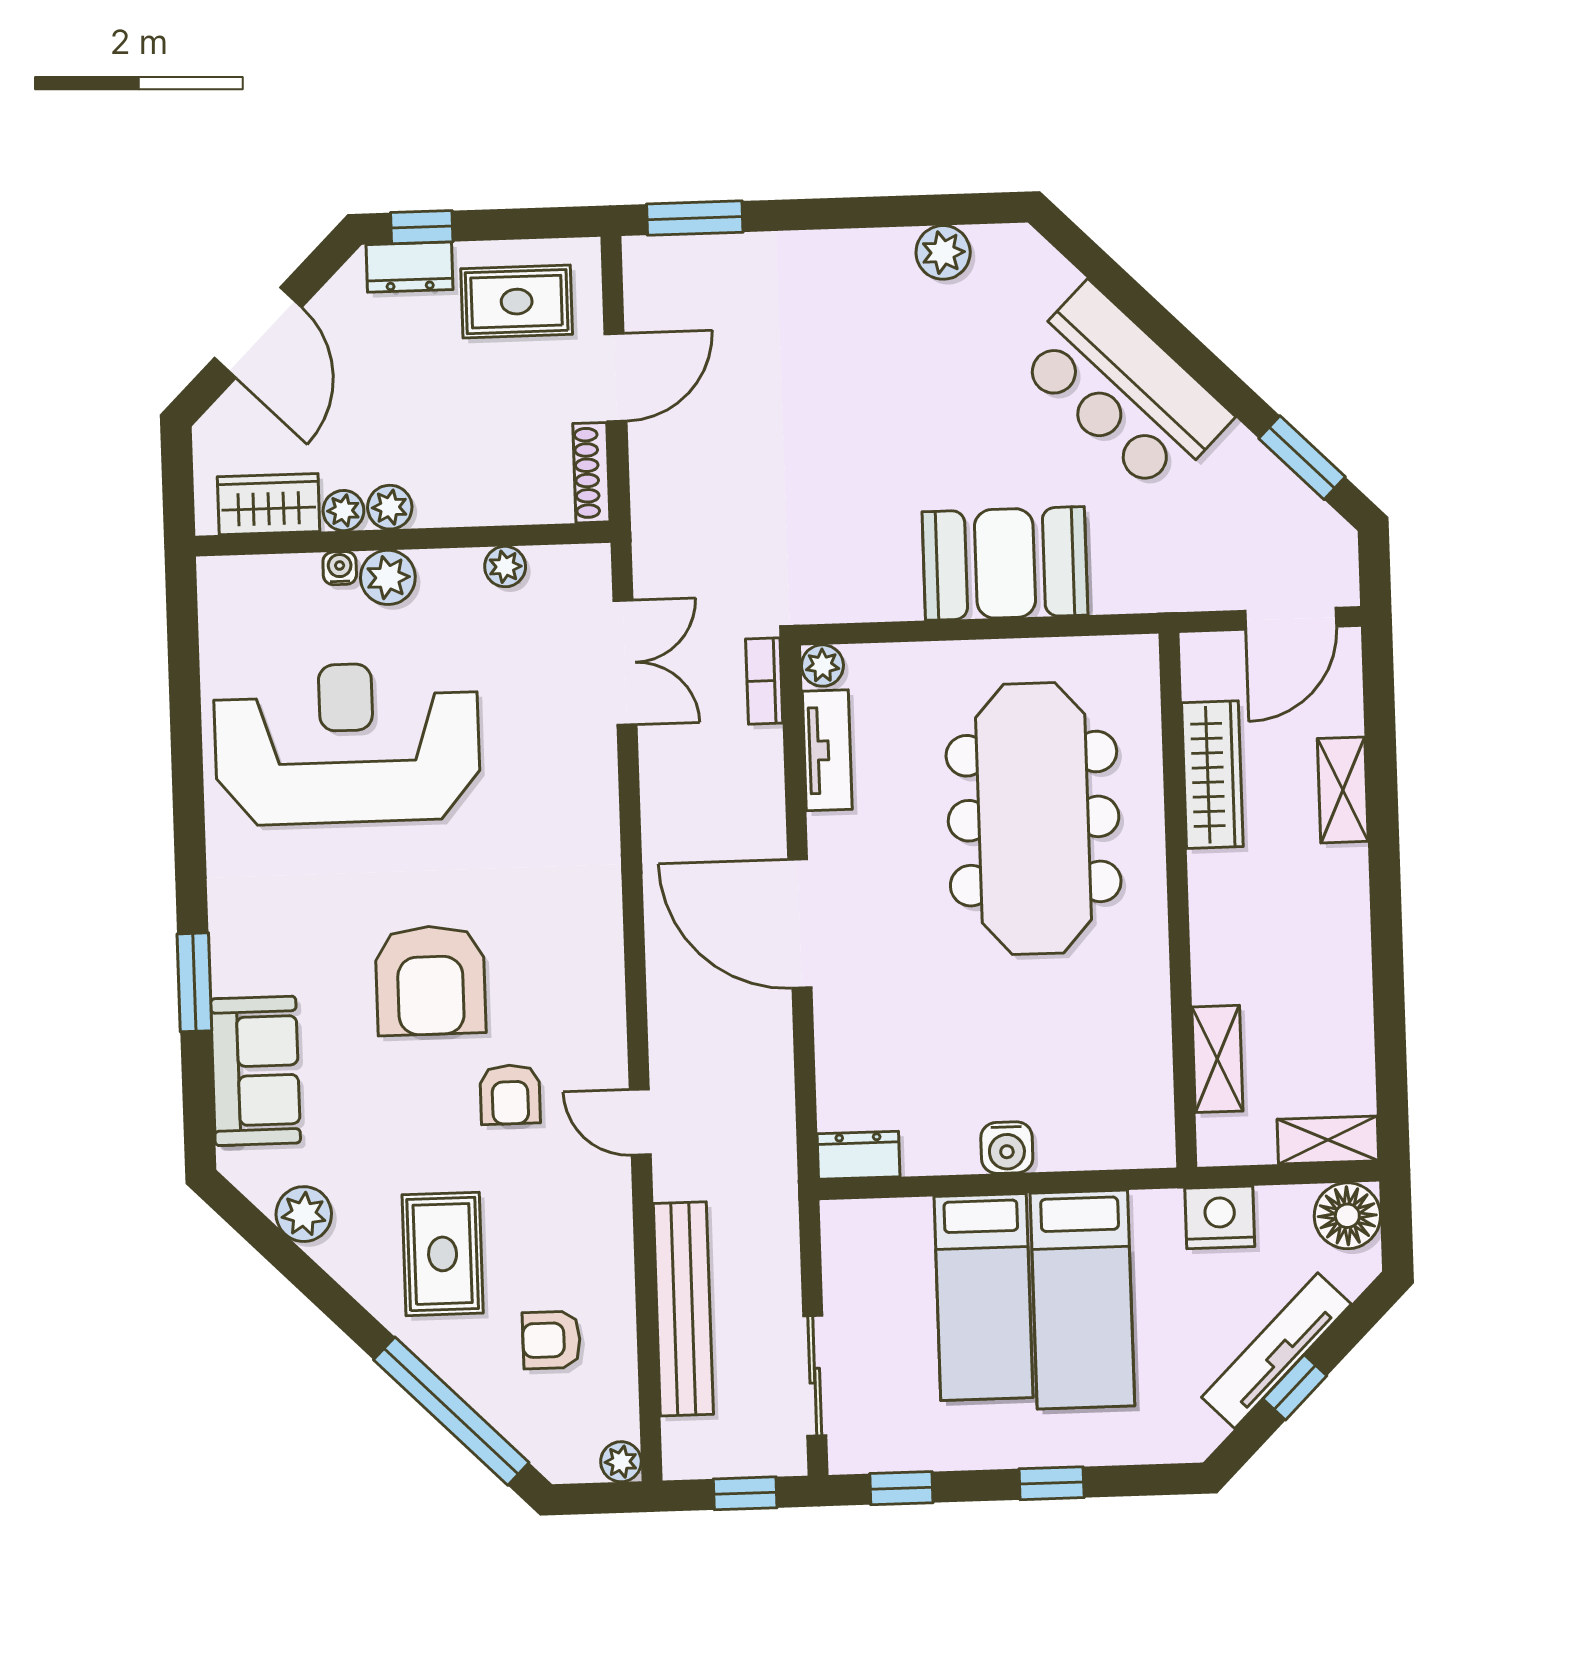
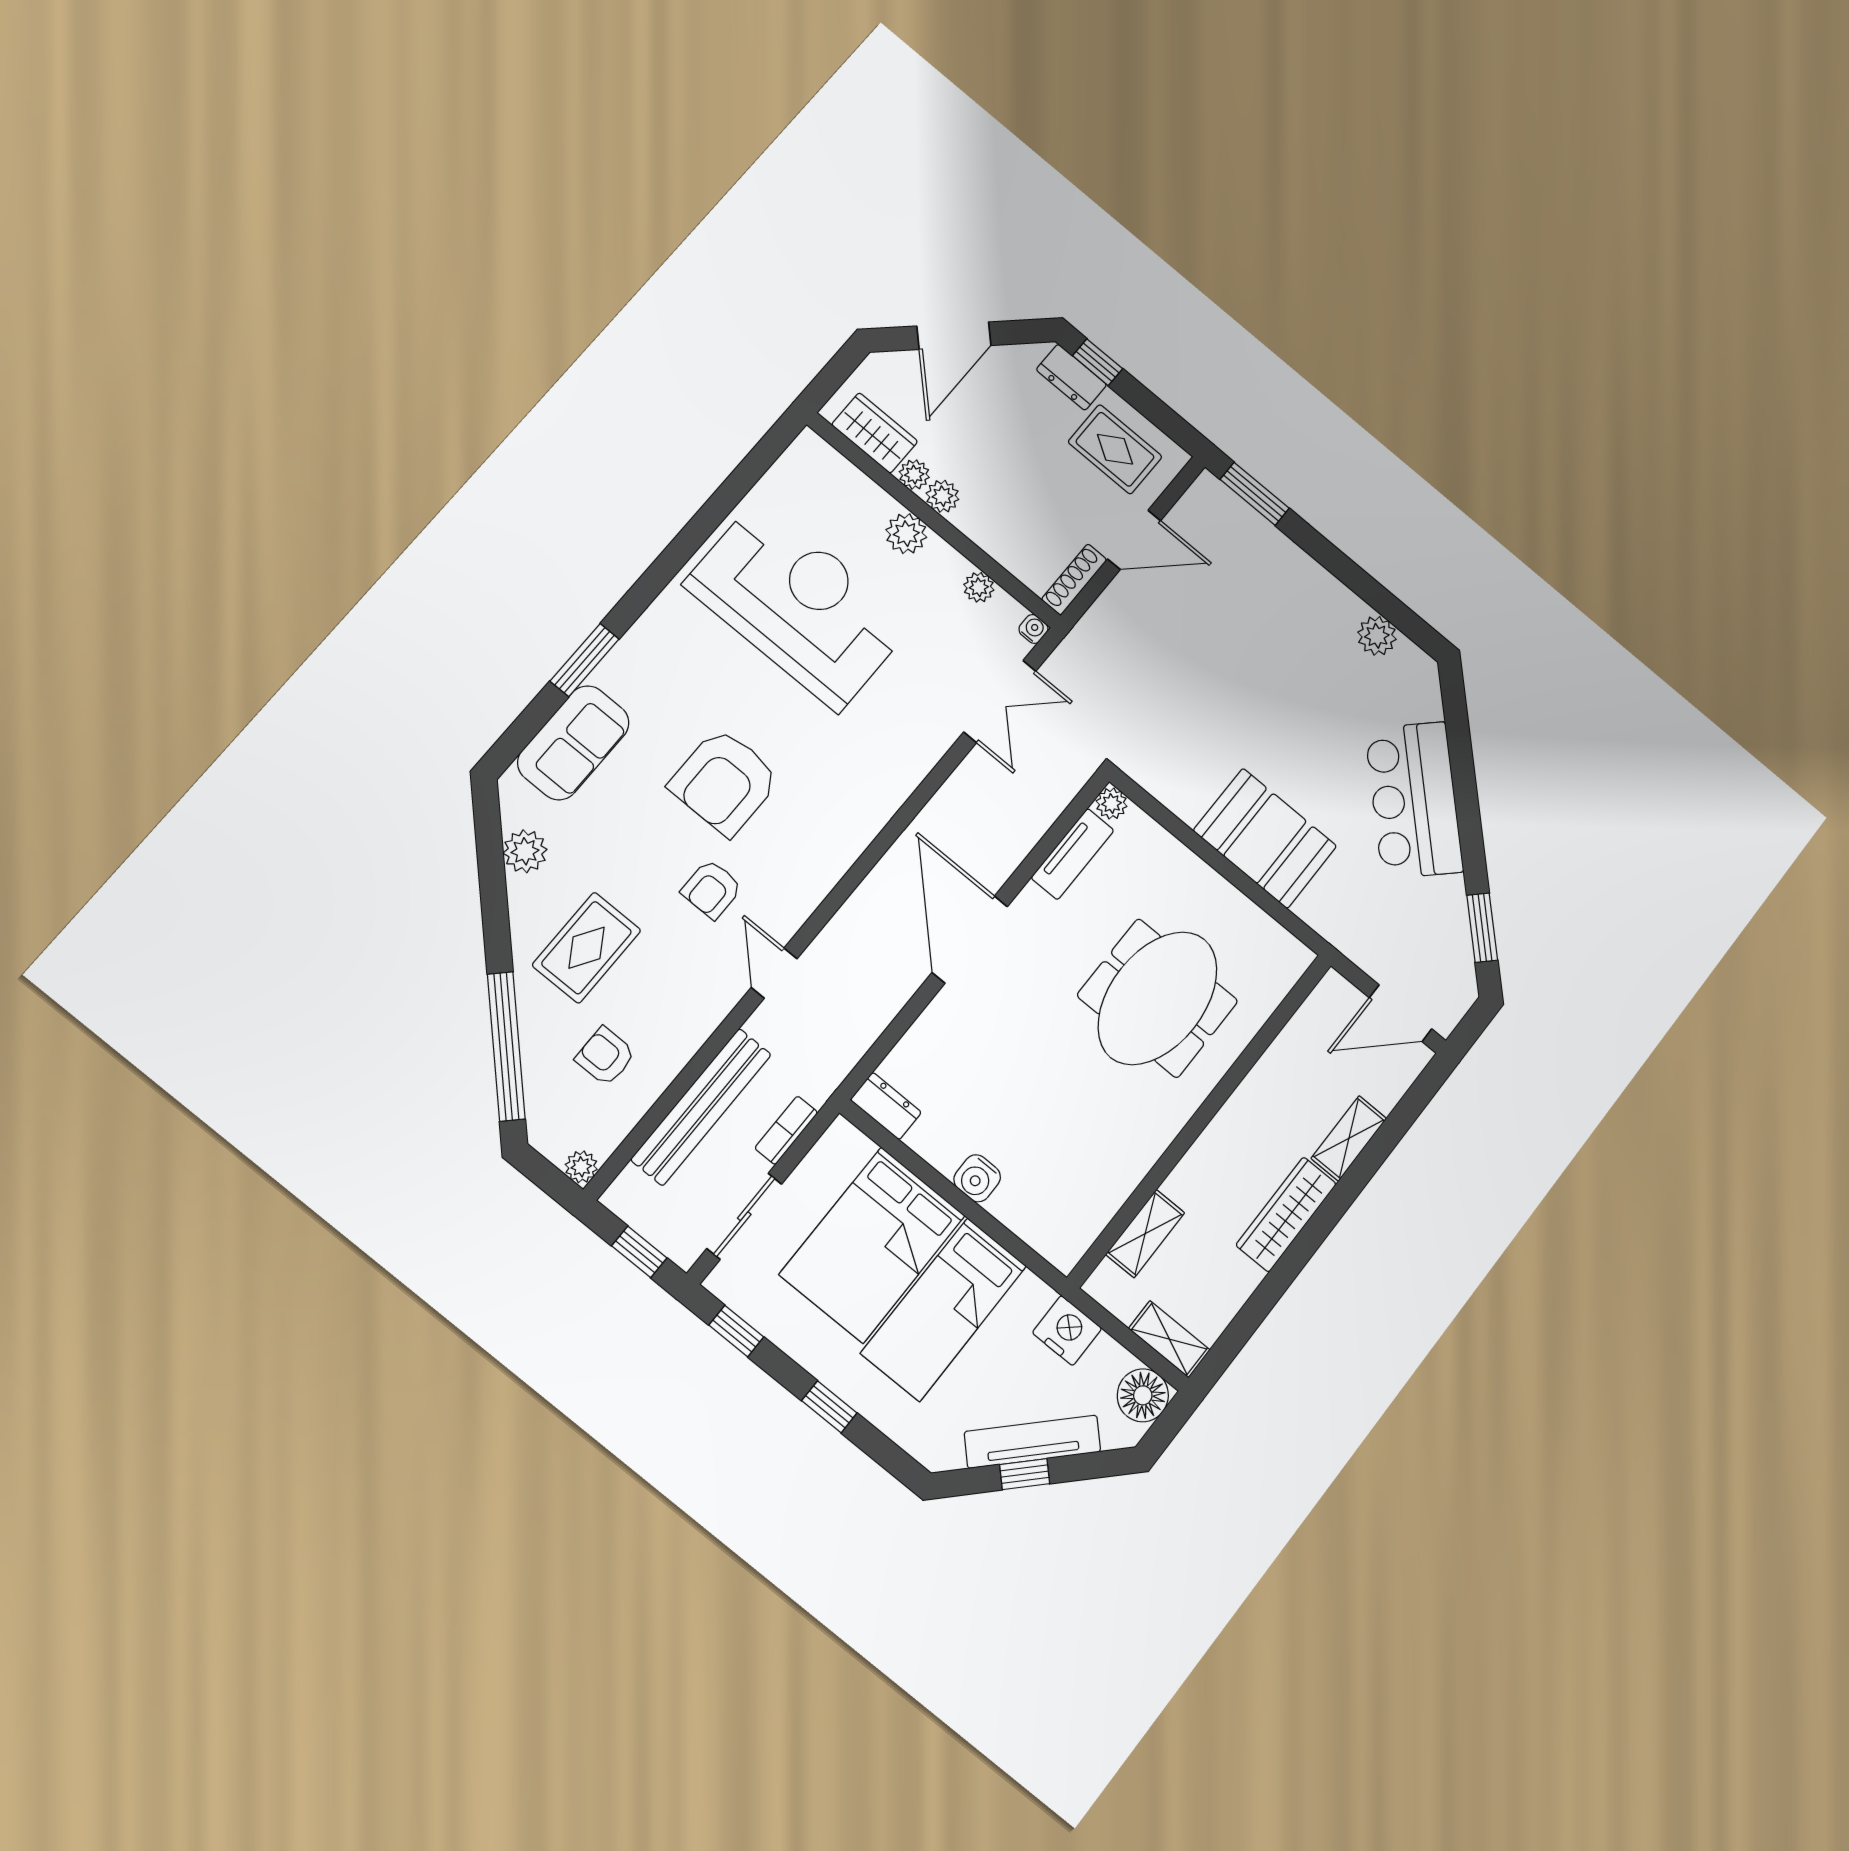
water cooler: (340, 568) -> (1033, 629), moved
bookcase: (764, 681) -> (786, 1130), moved
wardrobe: (1212, 775) -> (1286, 1214), moved, turned 180
meeting table: (1034, 819) -> (1158, 998), width x0.73
bed: (983, 1297) -> (872, 1245), width x1.50

